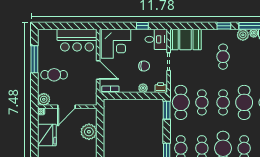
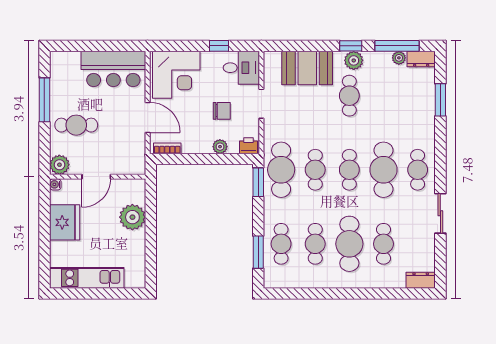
plant: (243, 35) -> (354, 60), moved
booth: (186, 40) -> (307, 68), moved

